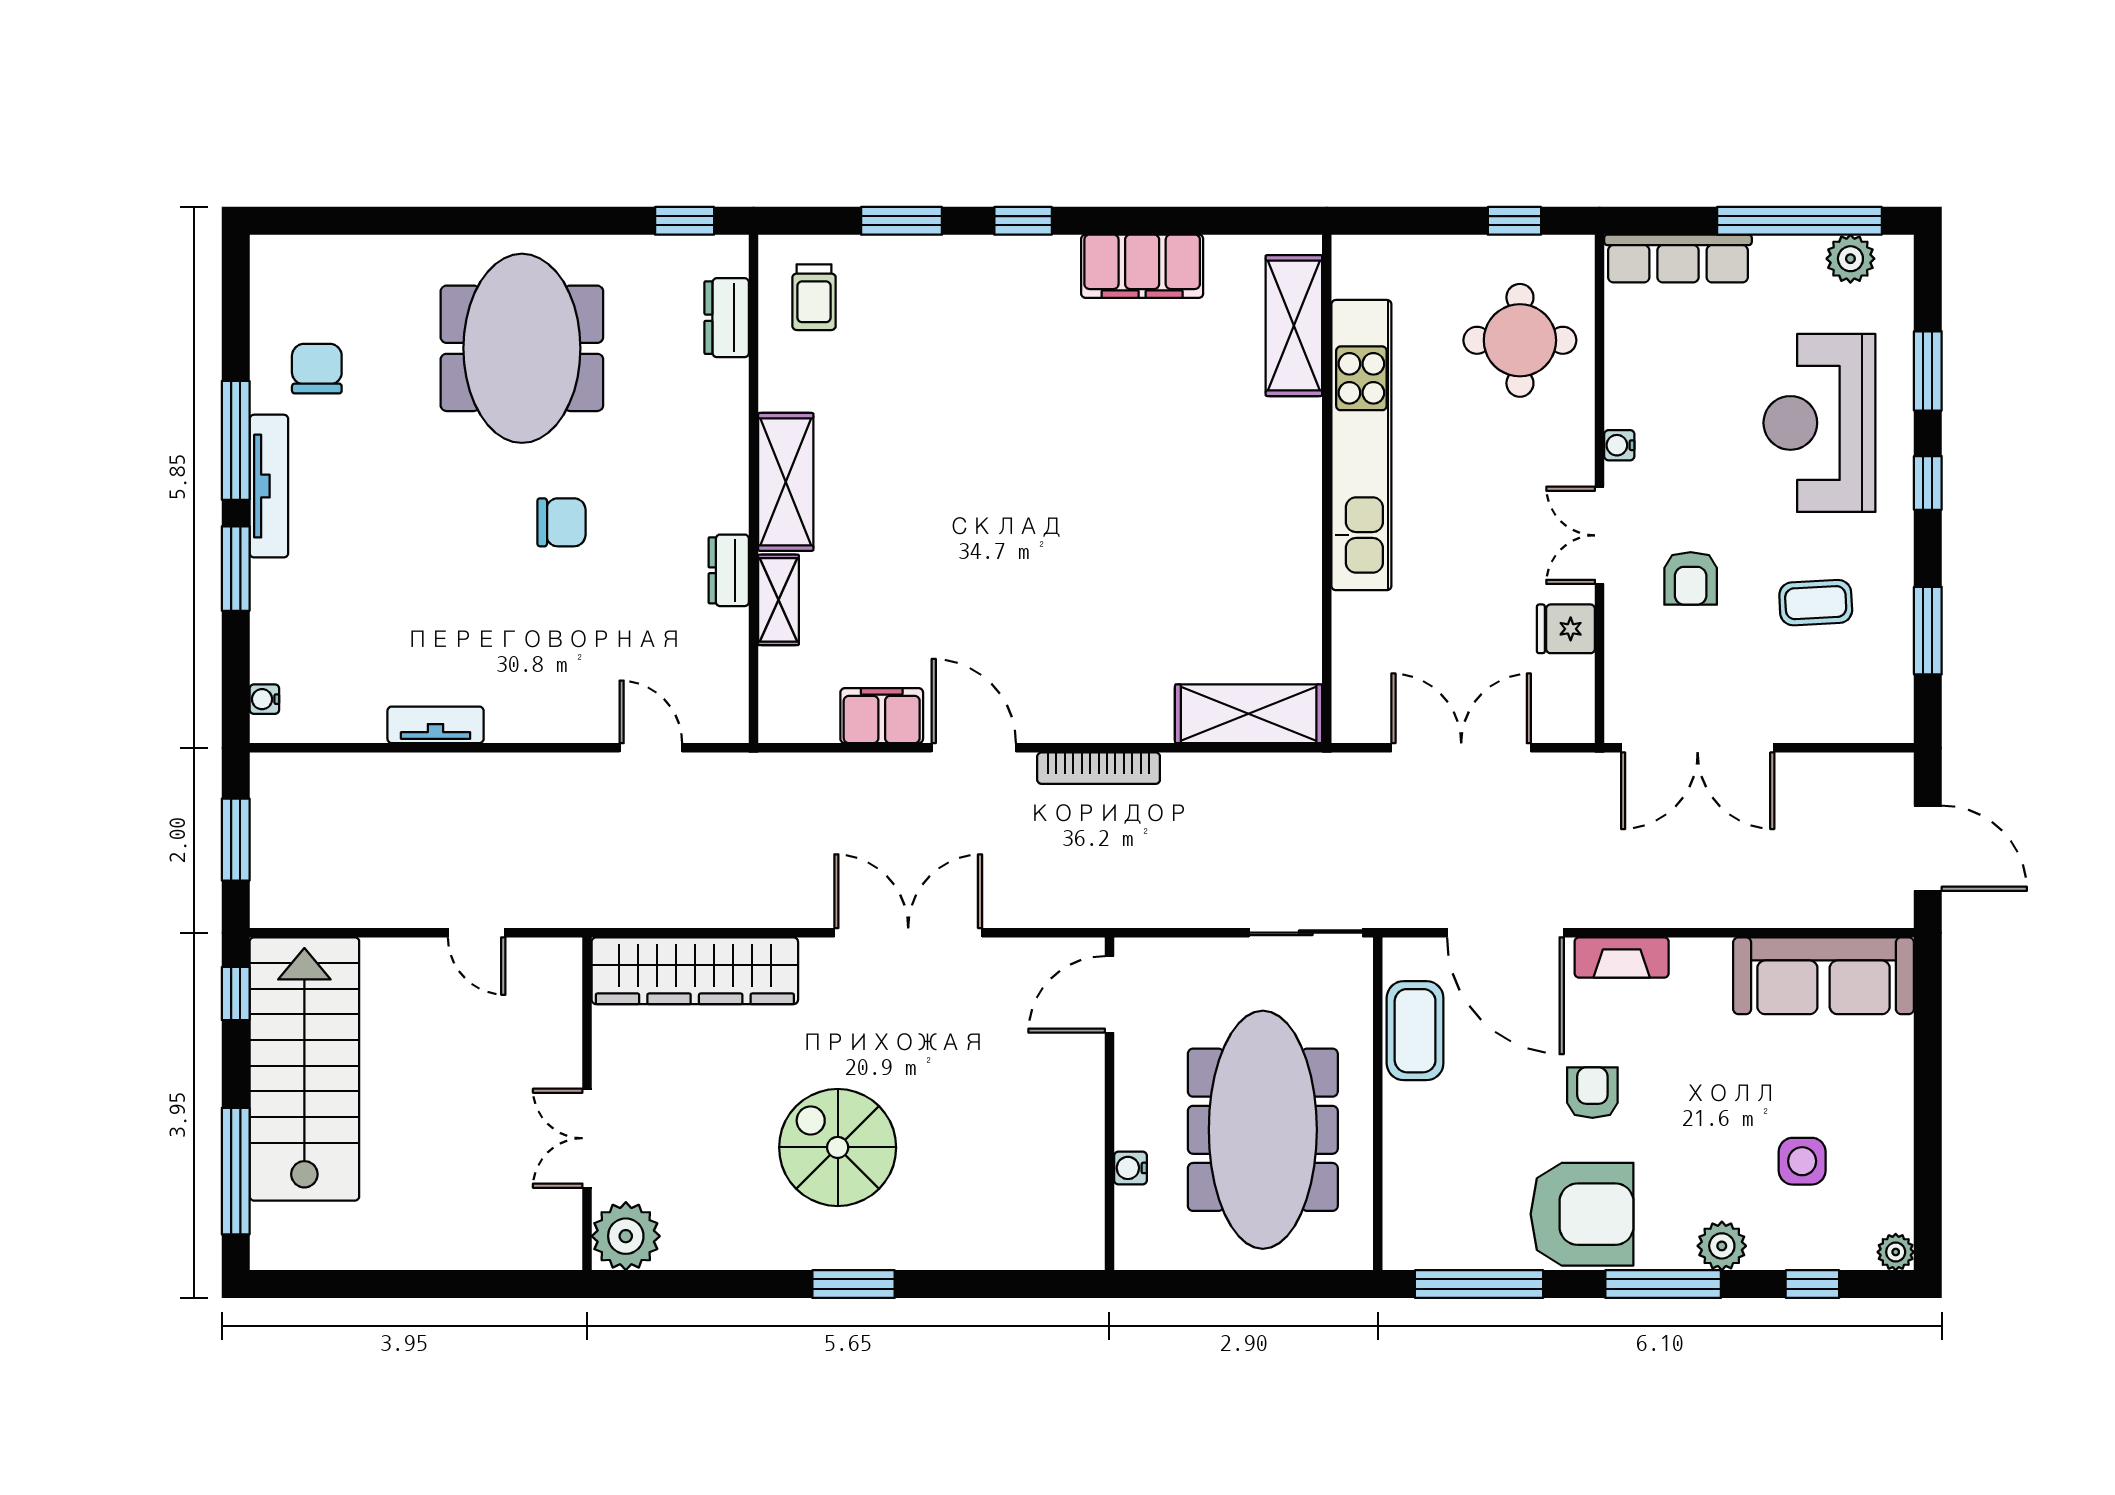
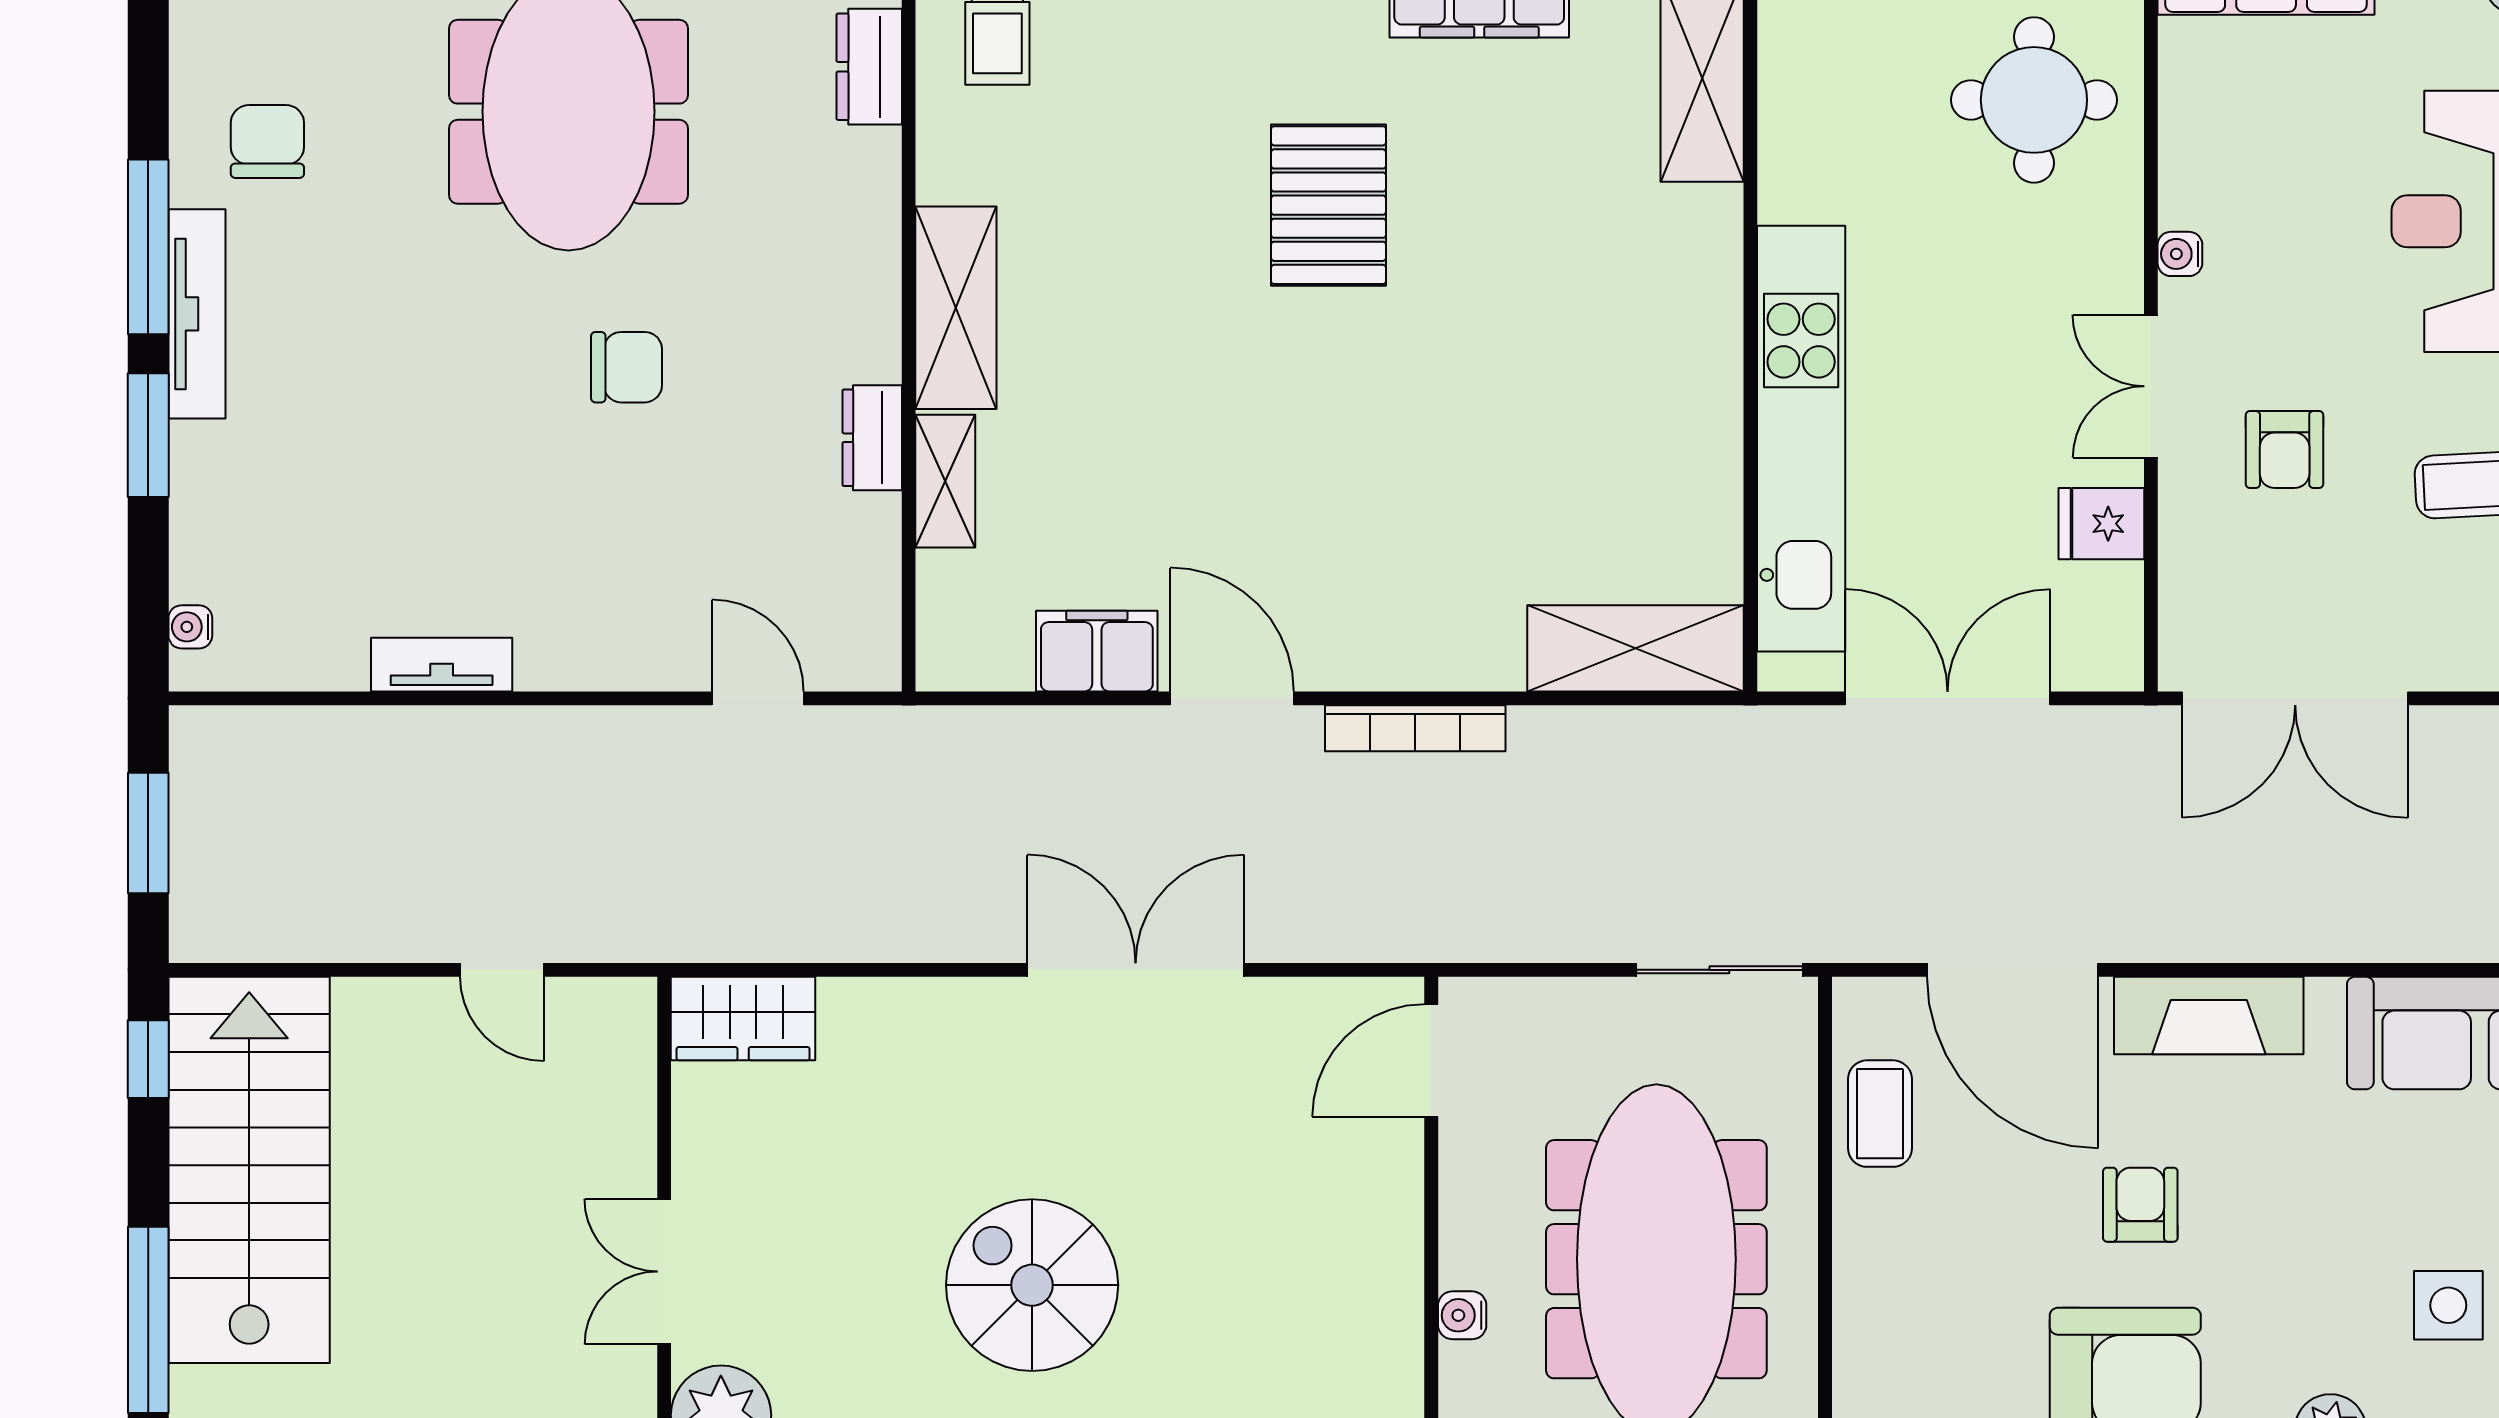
pallet: (1039, 412) -> (1329, 205), added
kitchen unit: (1361, 445) -> (1801, 439), moved
fireplace: (1622, 957) -> (2209, 1016), width x1.37, depth x1.32
wardrobe: (695, 971) -> (743, 1018), width x0.48, depth x0.85
coffee table: (1415, 1031) -> (1880, 1114), width x0.73, depth x0.77

